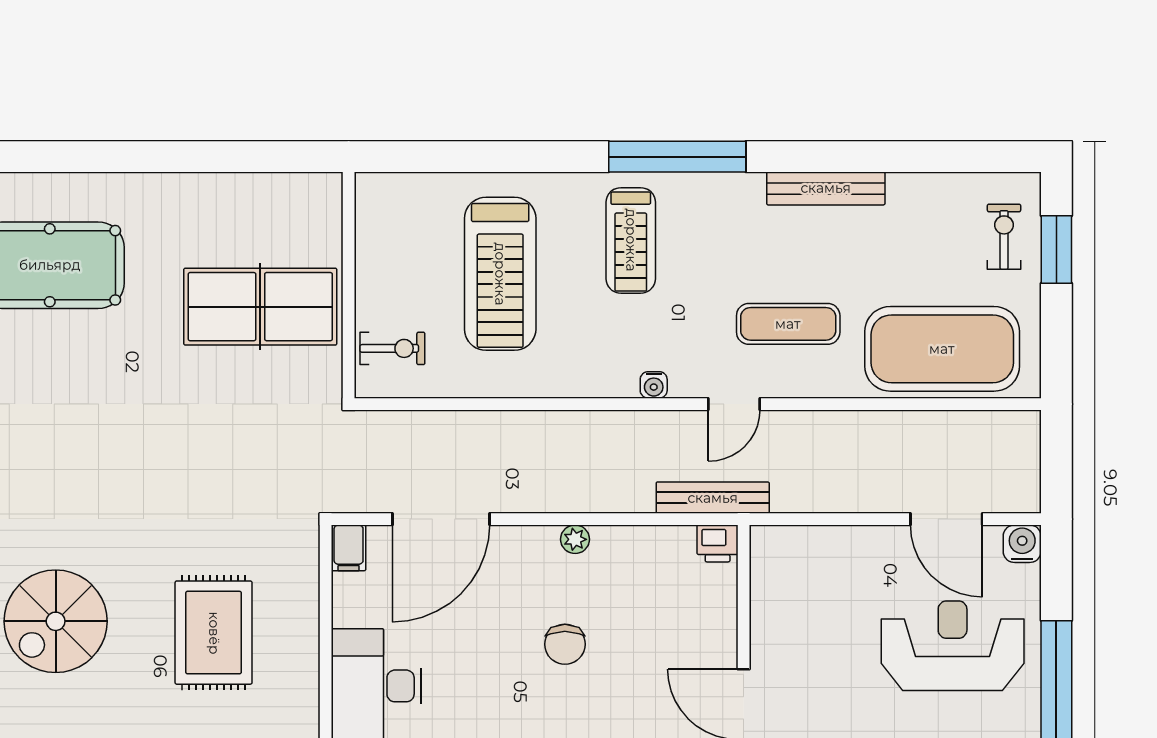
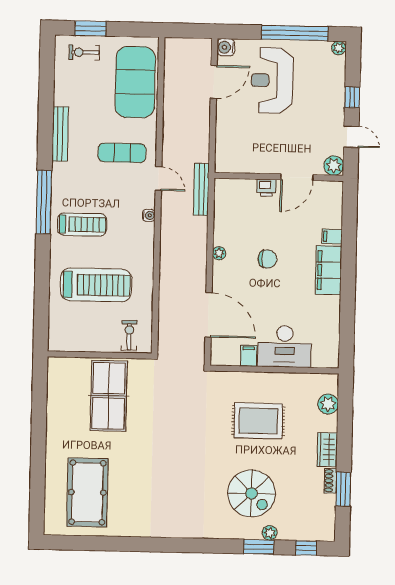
exercise mat: (788, 324) -> (122, 153), turned 90
printer: (718, 543) -> (267, 188), moved, turned 90
filing cabinet: (349, 548) -> (249, 356), moved, turned -90

